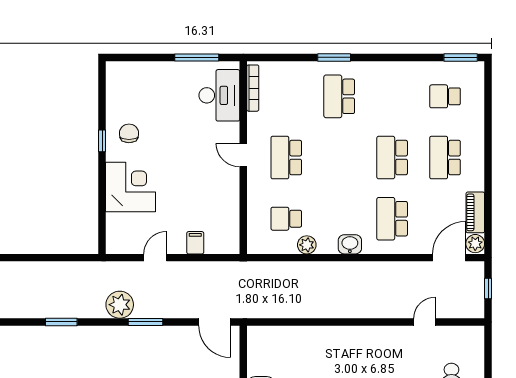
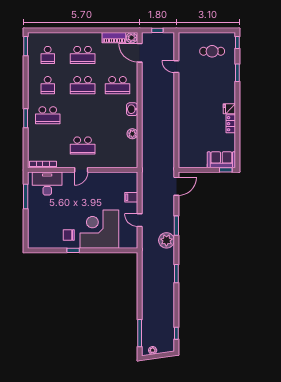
corner desk: (131, 187) -> (99, 229), width x1.36, depth x1.36
school desk: (286, 219) -> (48, 85), moved

